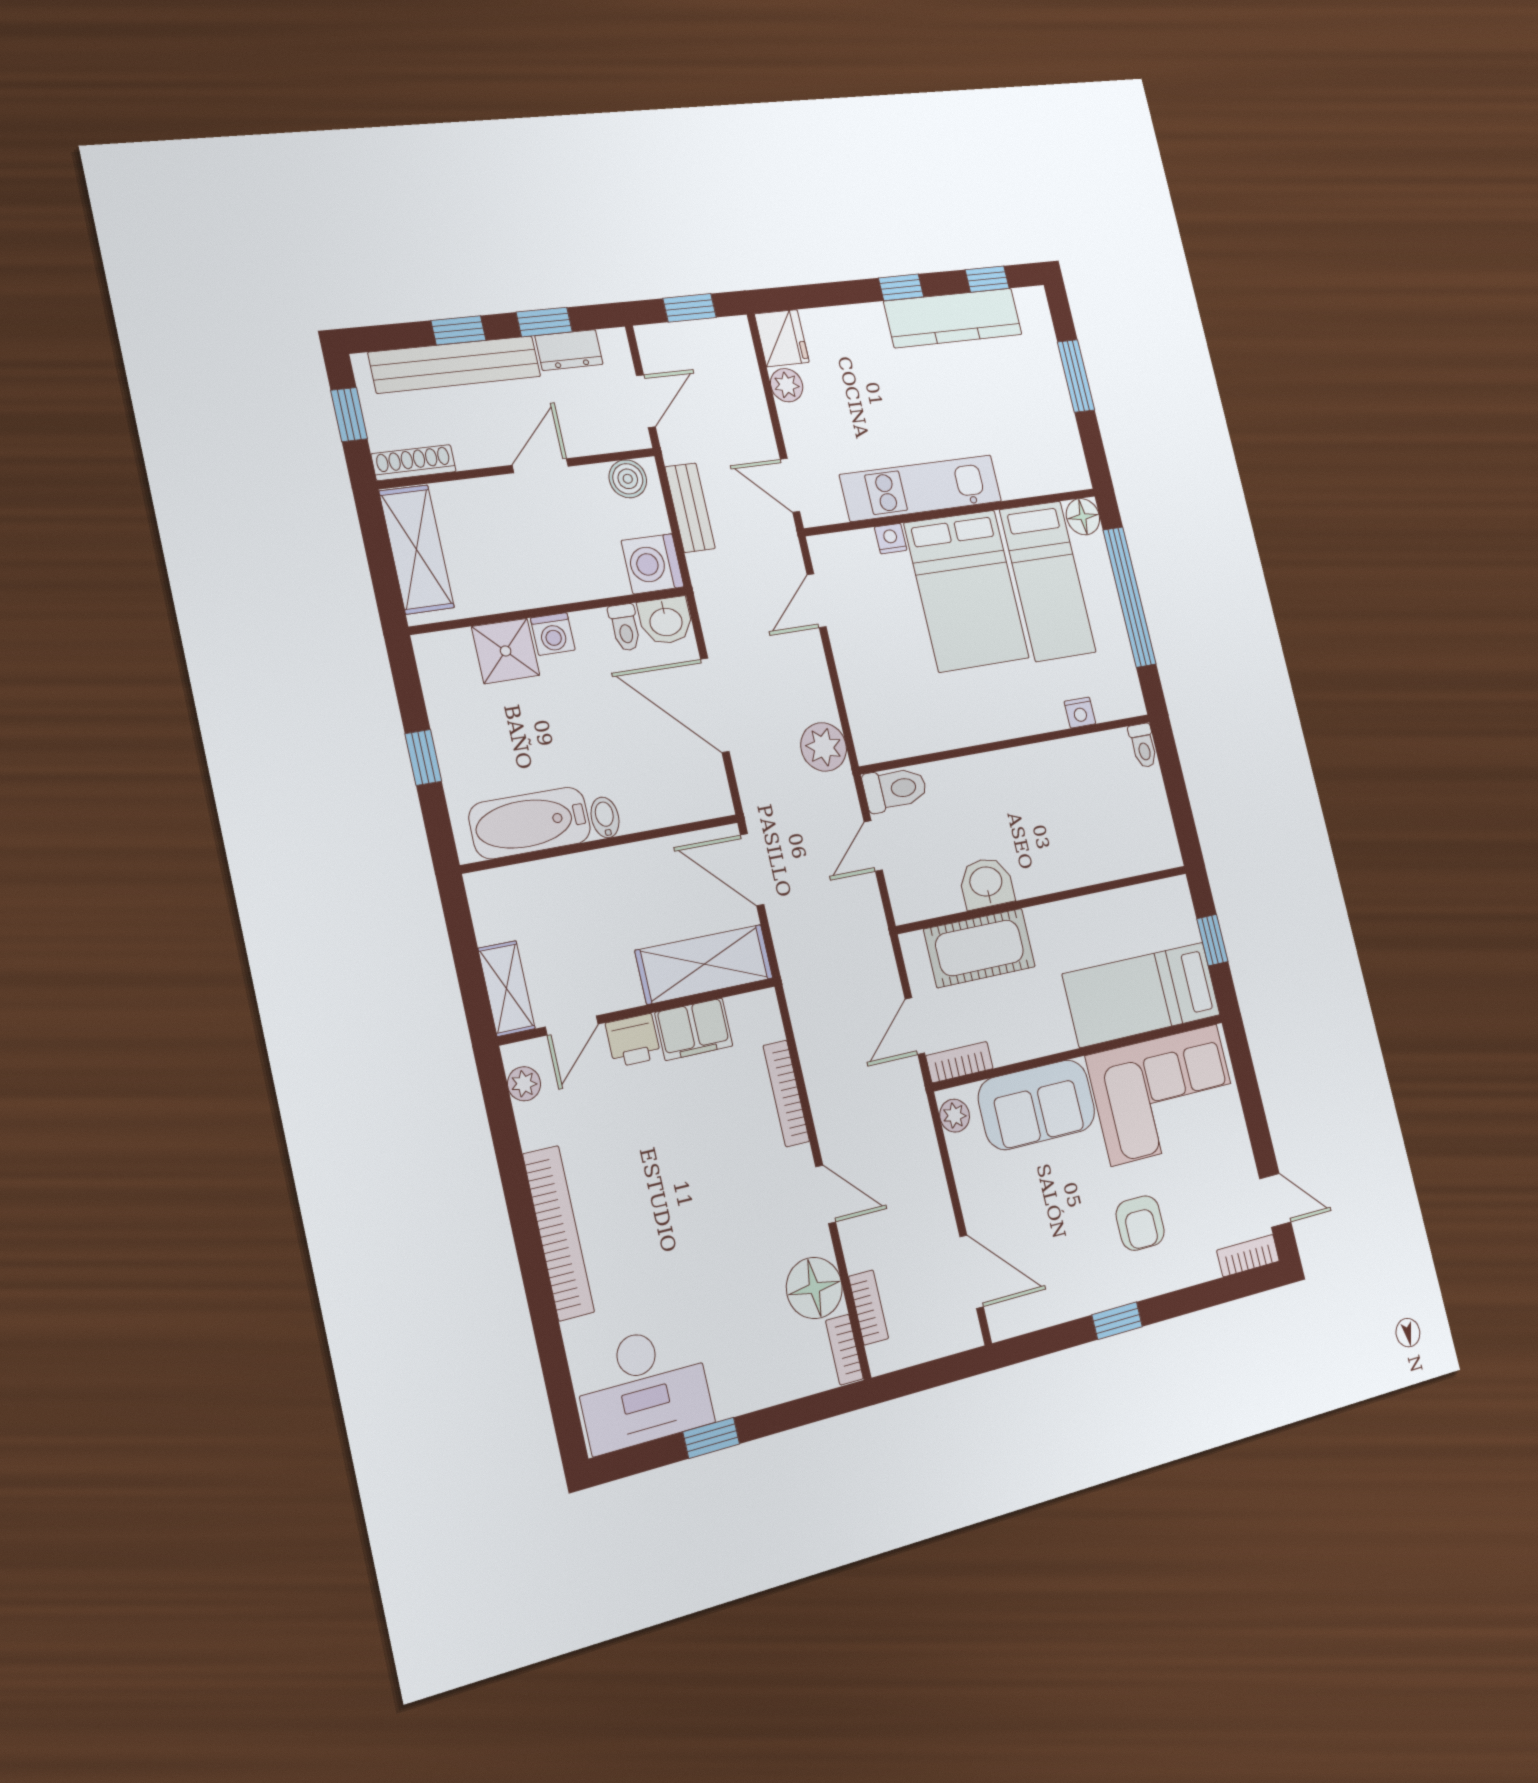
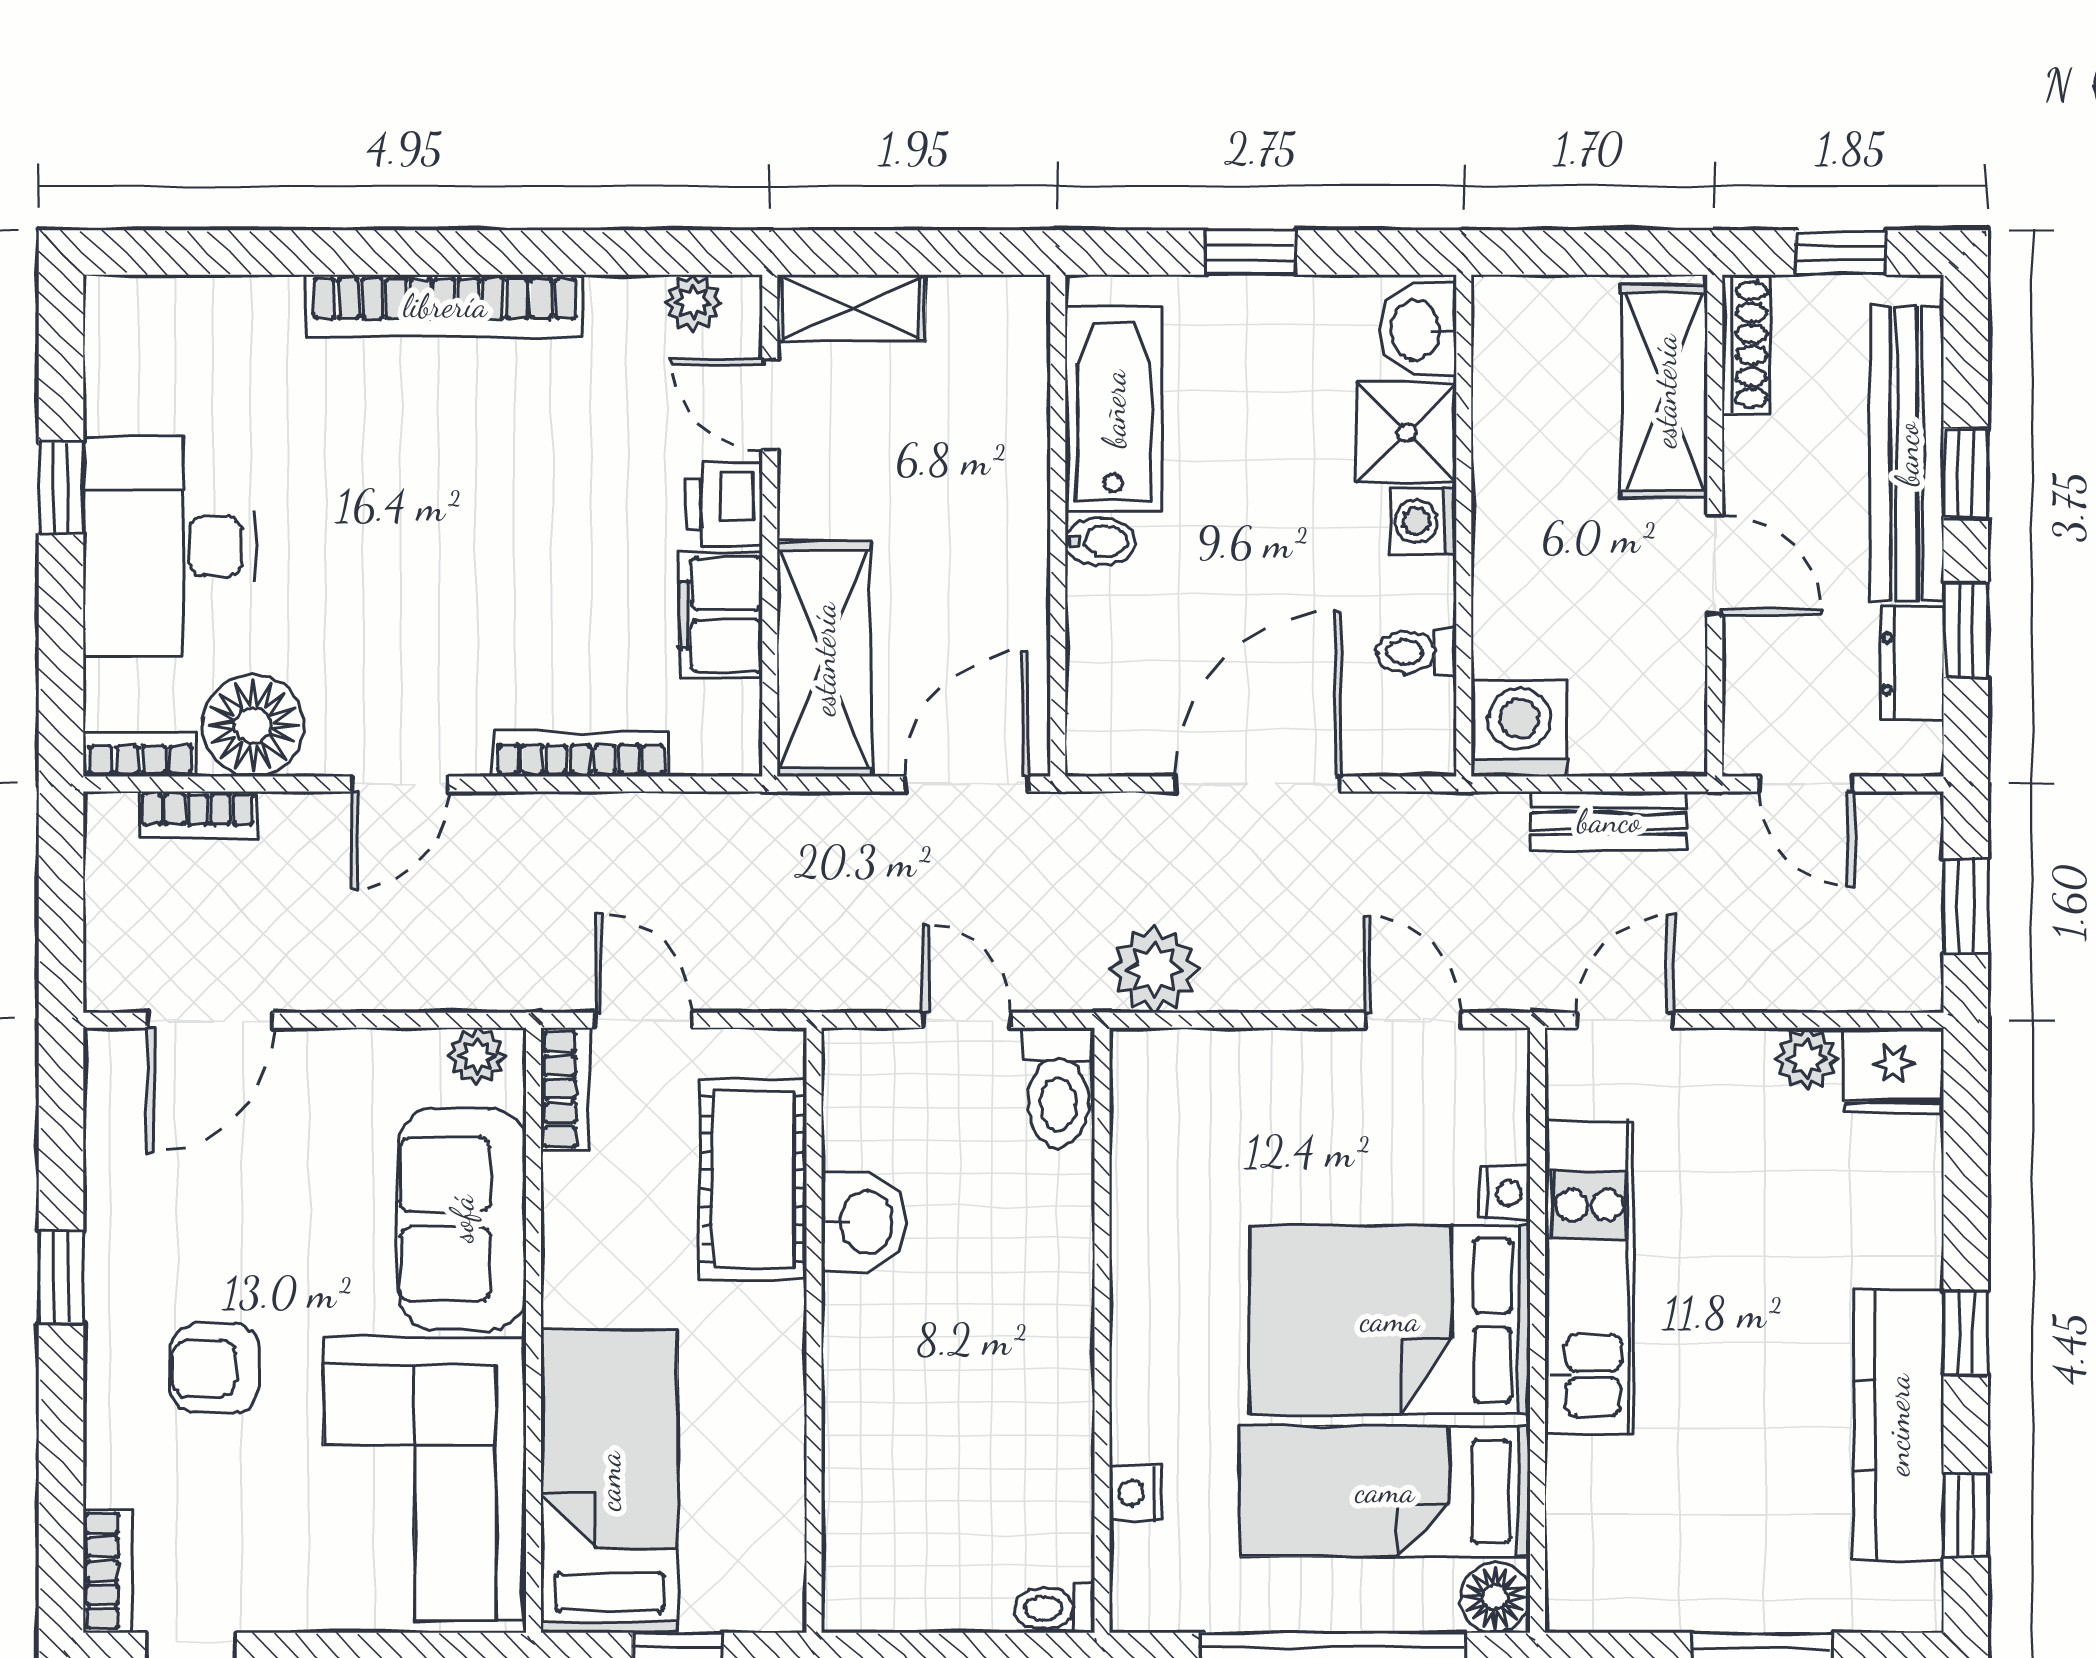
boiler: (628, 479) -> (1673, 718), removed
shelving: (417, 549) -> (1665, 391), moved, turned 90
washbasin: (666, 621) -> (1417, 330), moved
desk: (643, 1387) -> (169, 546), moved

